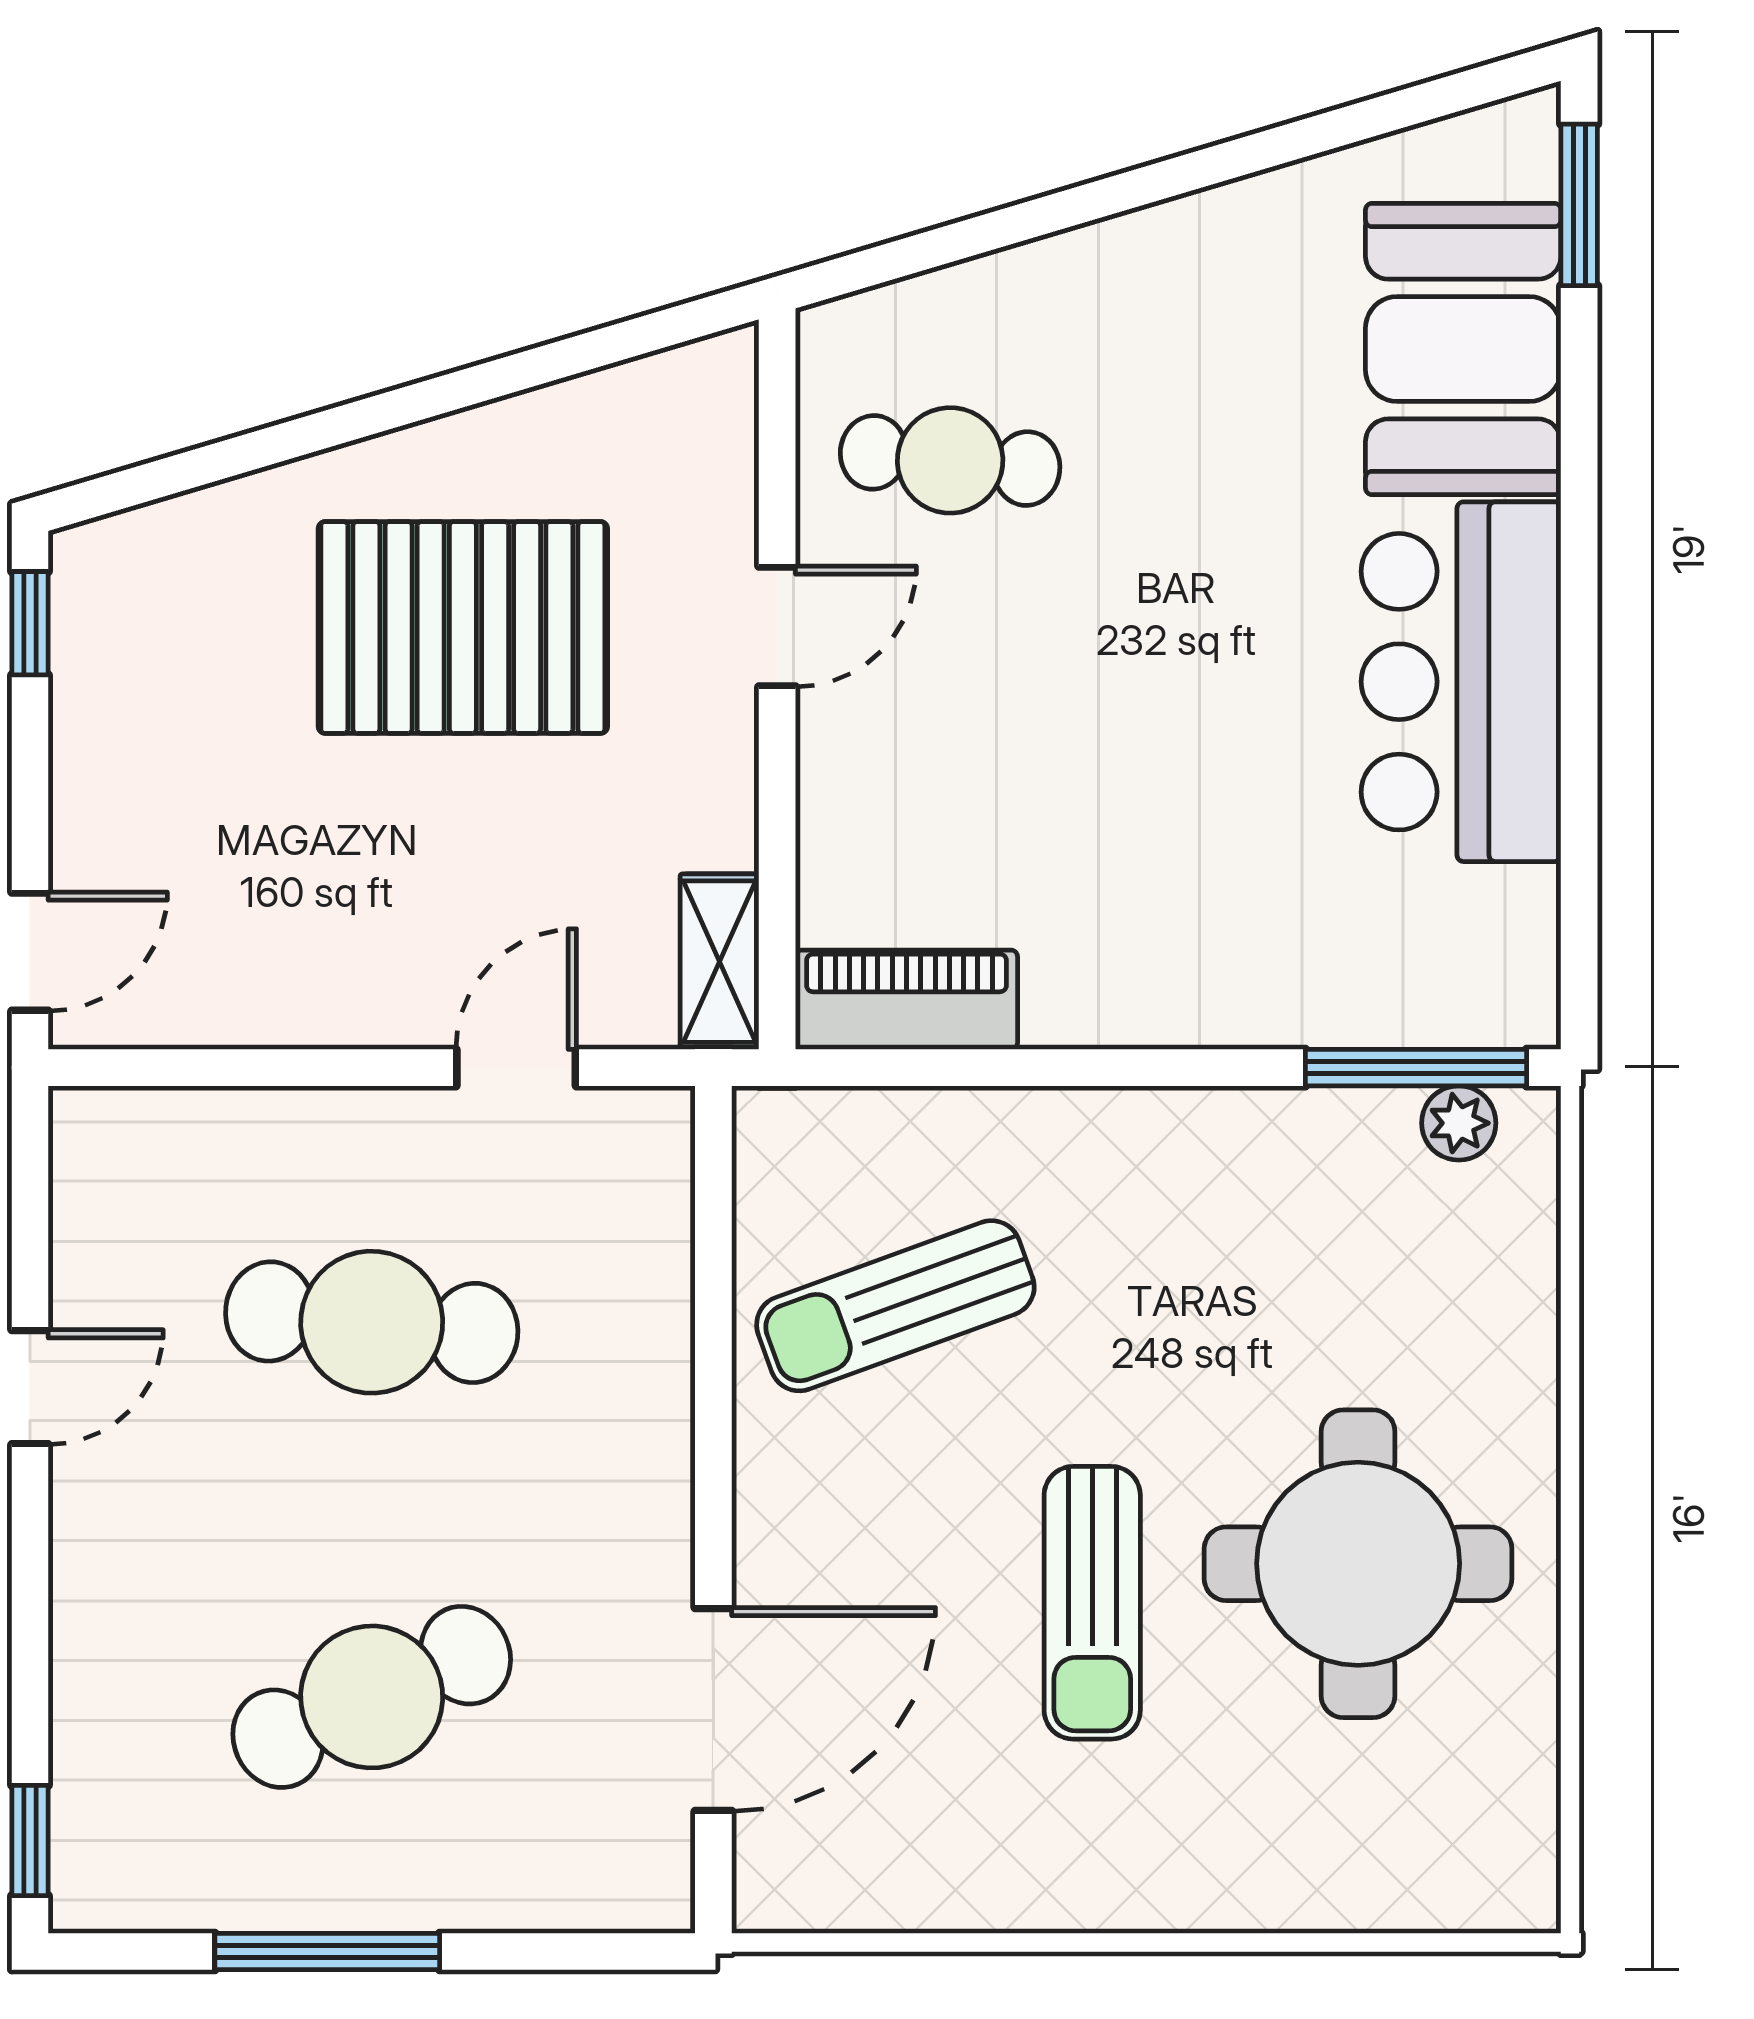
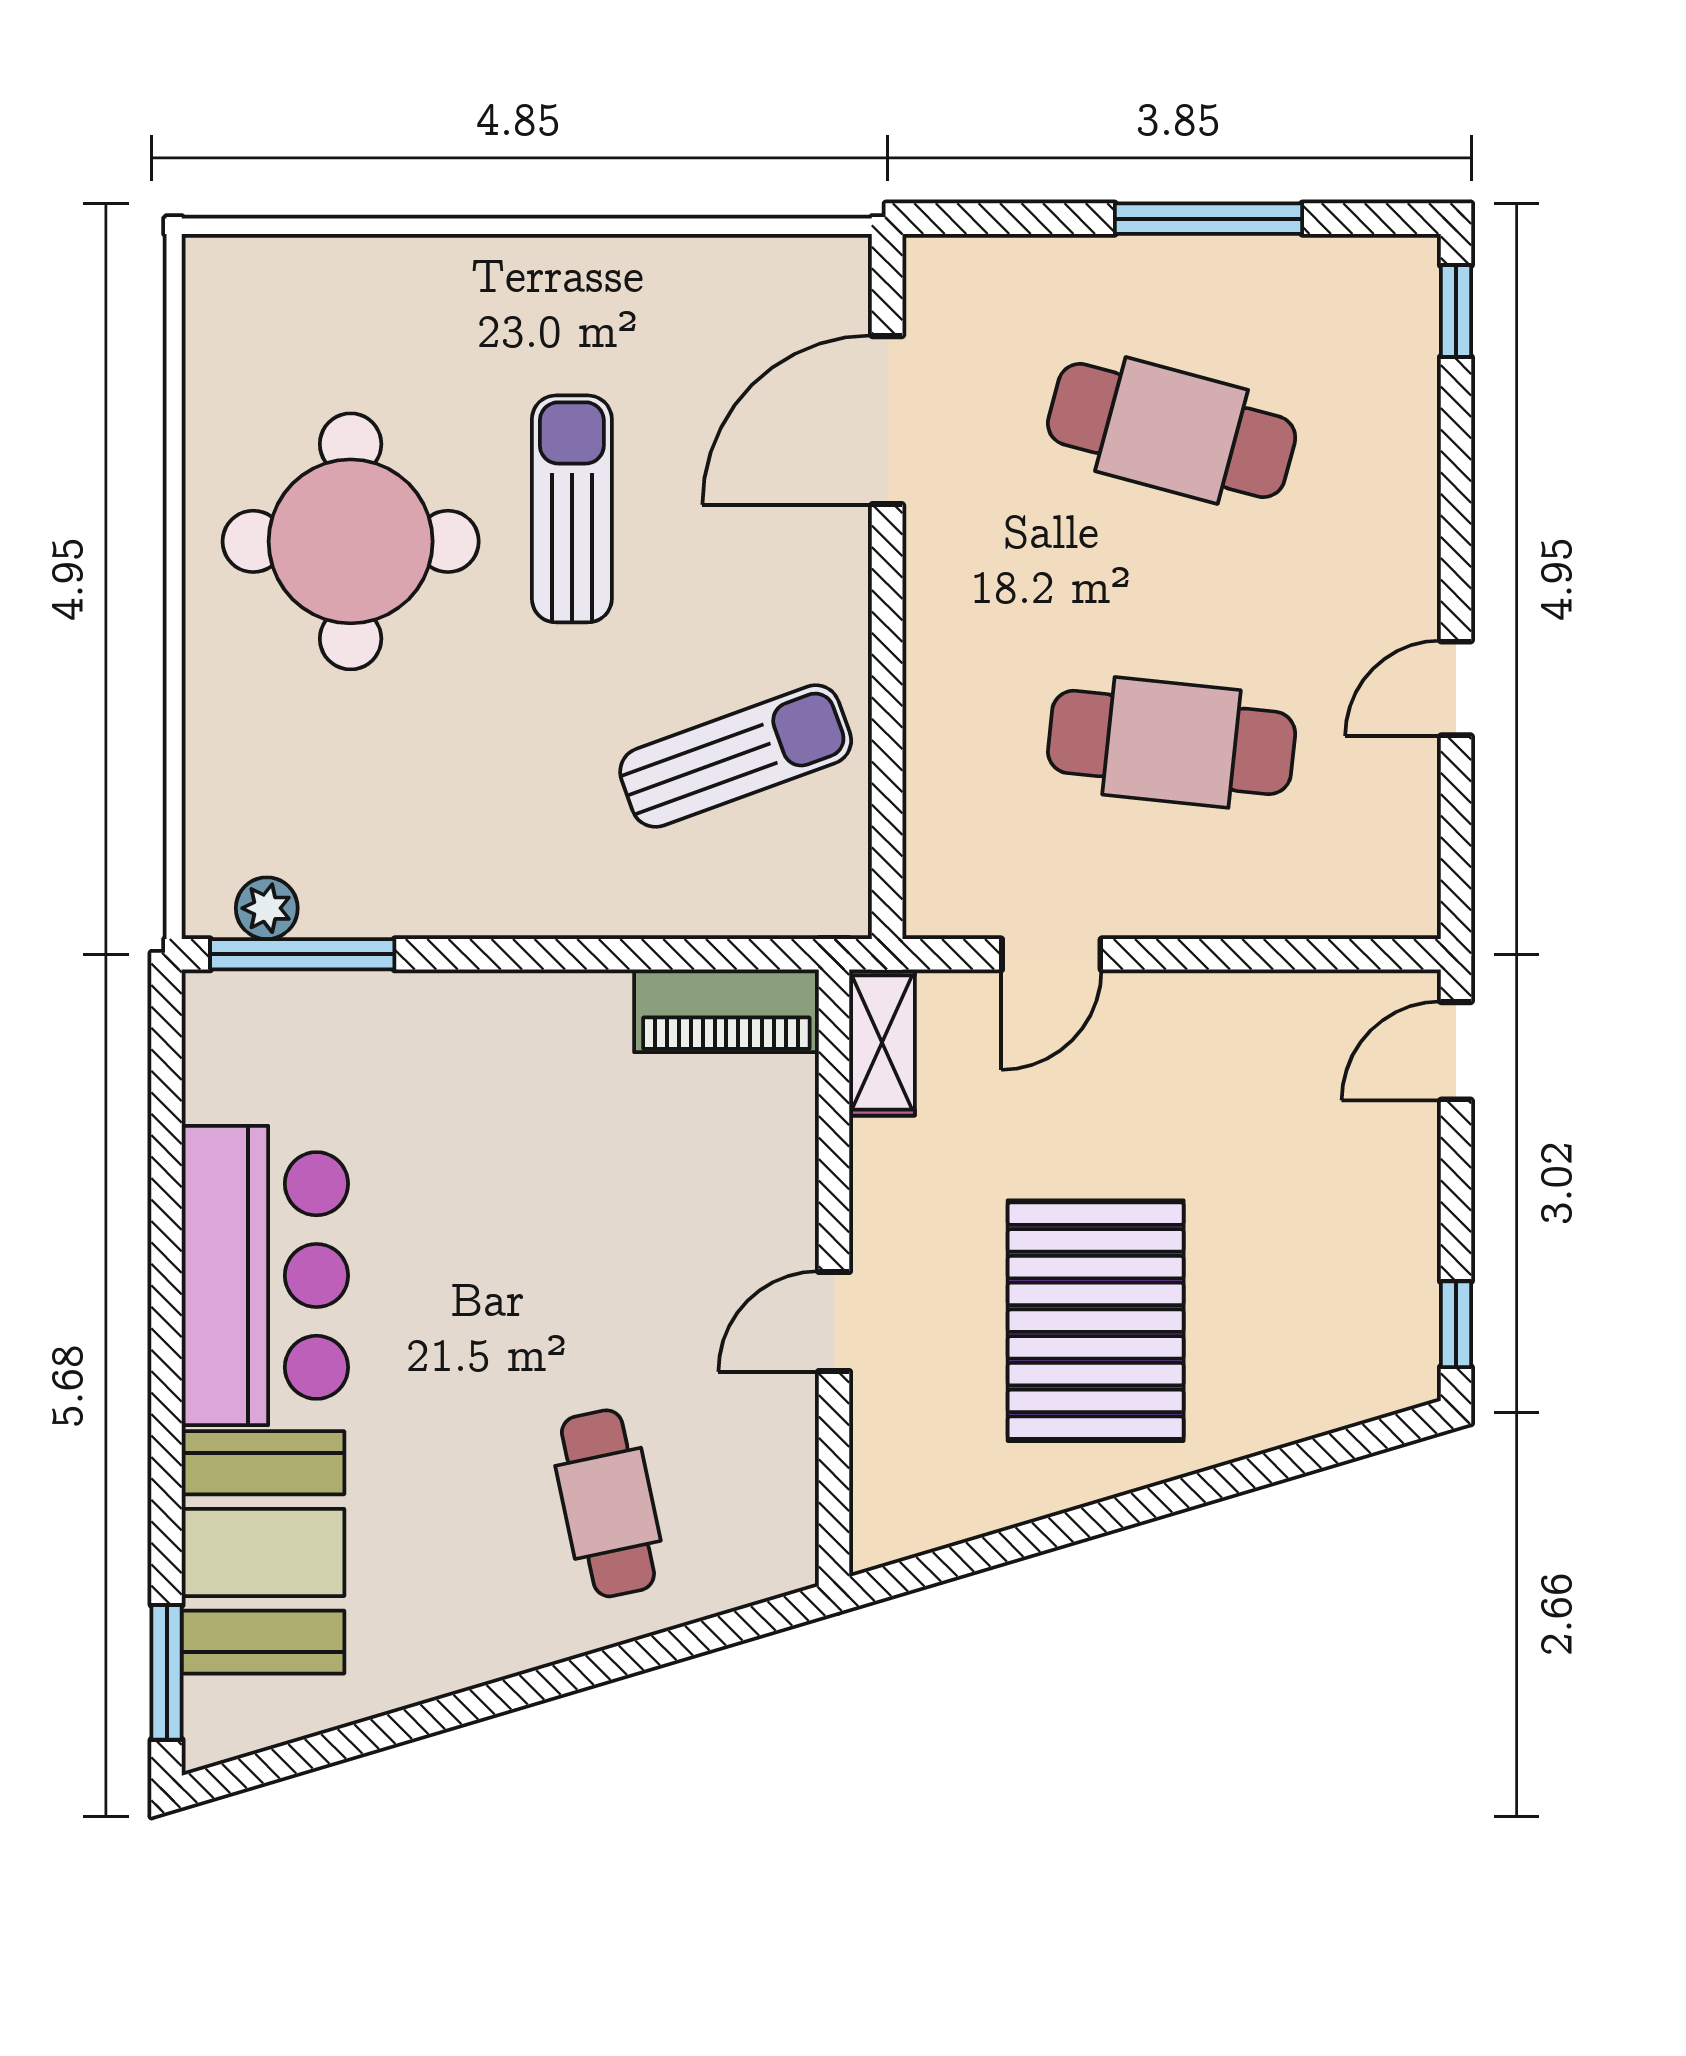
cafe table: (950, 460) -> (608, 1503), moved, turned 72
pallet: (463, 627) -> (1096, 1321), turned 90
cafe table: (372, 1697) -> (1172, 431), turned 39

